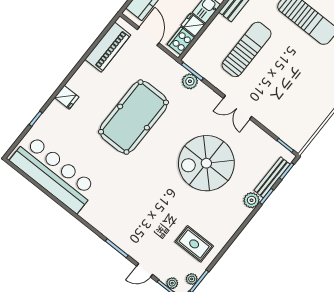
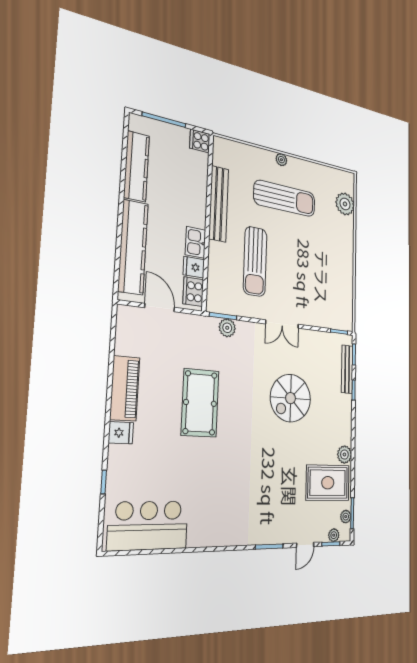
piano: (108, 47) -> (125, 388), moved
sun lounger: (247, 49) -> (255, 261), turned 180
pool table: (134, 117) -> (200, 403), width x0.73, depth x0.76
spiral stairs: (206, 163) -> (291, 398), width x0.73, depth x0.73
bar counter: (54, 174) -> (148, 525), width x0.73
plant: (252, 200) -> (344, 455), moved
rug: (194, 244) -> (328, 483), width x1.36, depth x1.43

